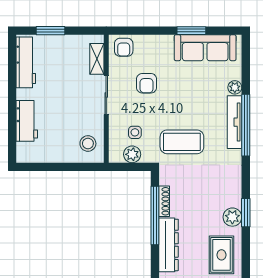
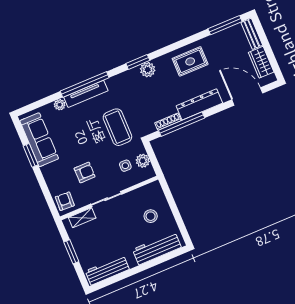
window: (51, 31) -> (71, 252), moved
armchair: (124, 47) -> (65, 201), turned -87
workbench: (27, 121) -> (157, 248), width x1.37
stool: (88, 144) -> (151, 216), moved
window: (246, 213) -> (138, 62), moved
plant: (232, 217) -> (148, 70), moved

